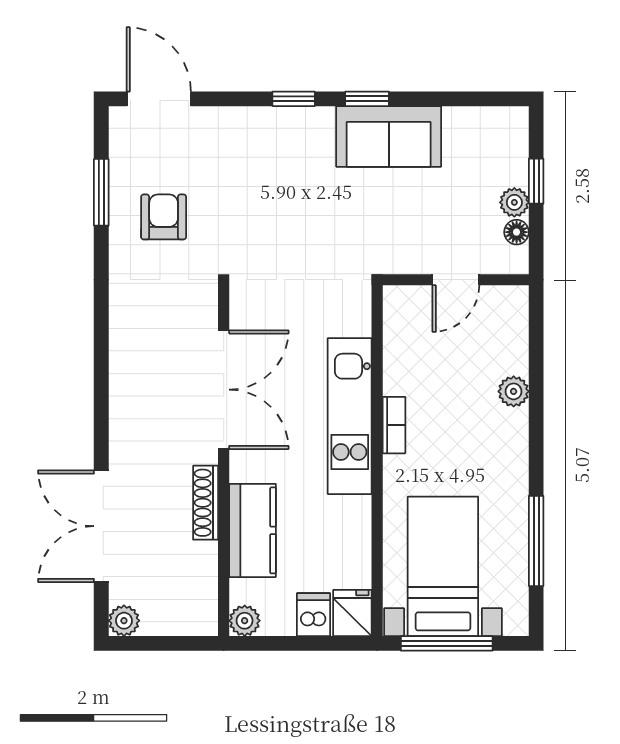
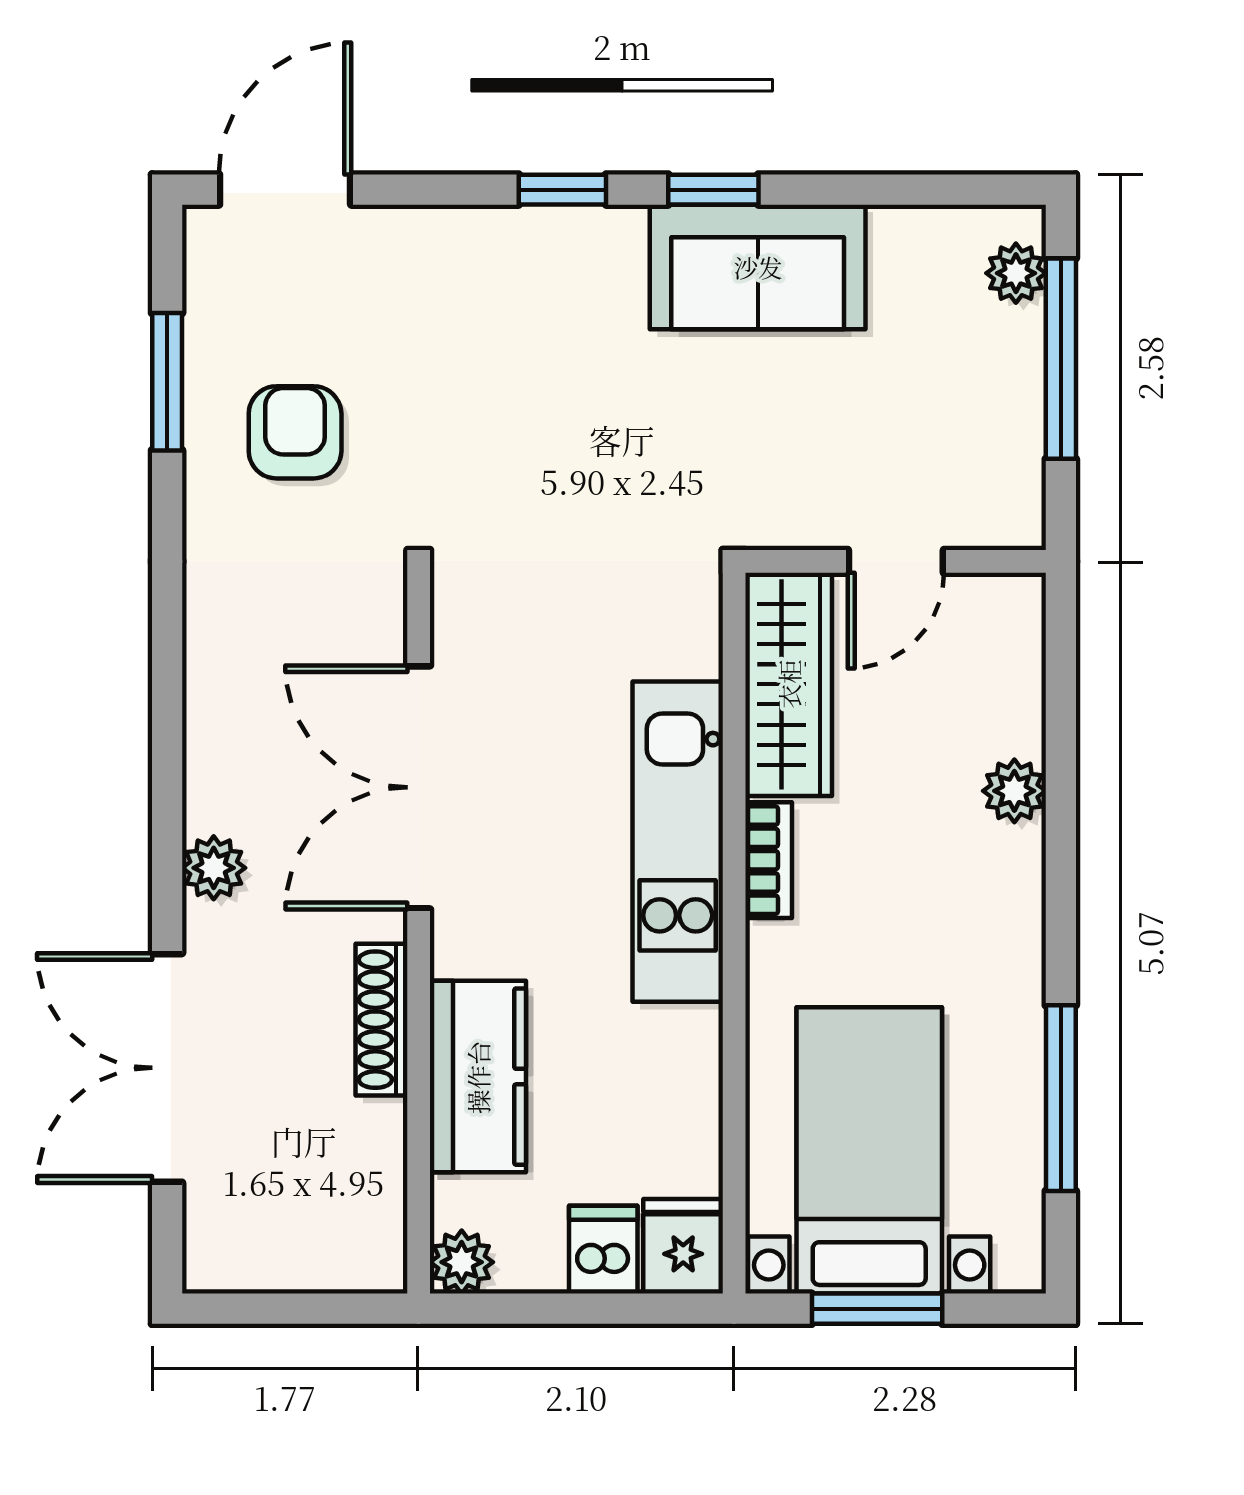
door: (159, 99) -> (285, 190), hinge flipped
window: (536, 181) -> (1061, 359), width x2.17
plant: (514, 202) -> (1016, 273), moved
floor lamp: (517, 232) -> (1020, 463), removed
wardrobe: (404, 340) -> (789, 684), added
double door: (224, 390) -> (419, 787), swing flipped
plant: (124, 621) -> (214, 868), moved
window: (447, 643) -> (877, 1309), width x0.69

